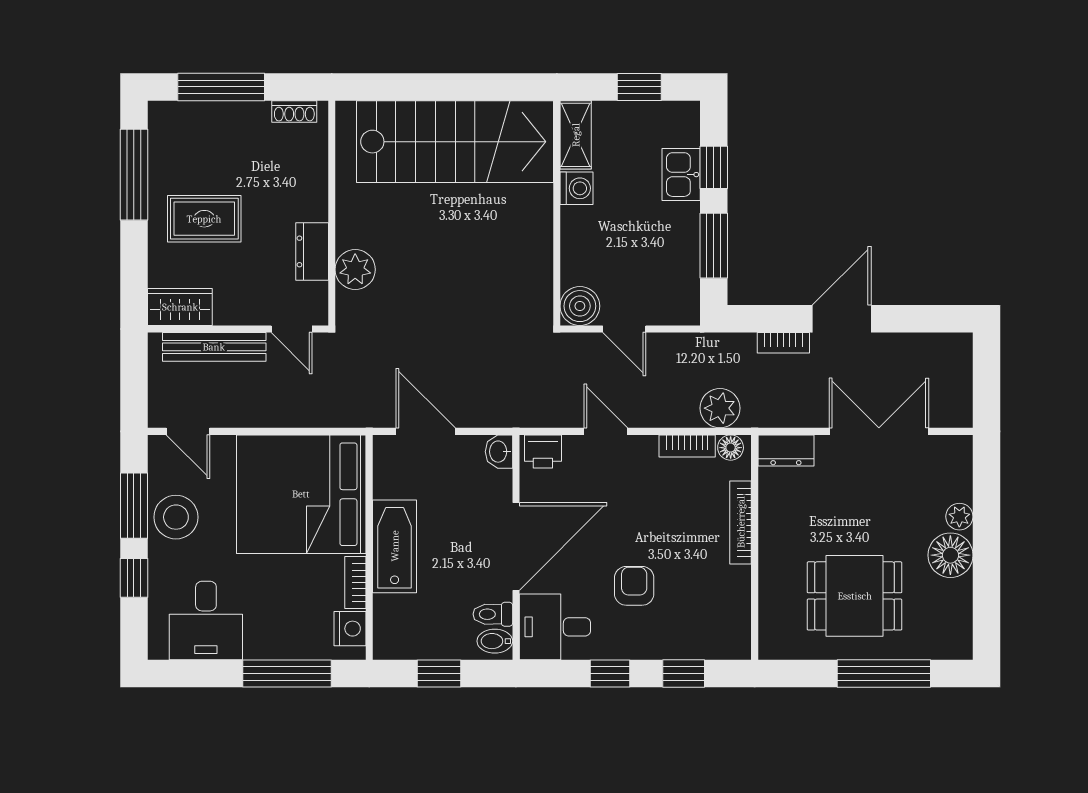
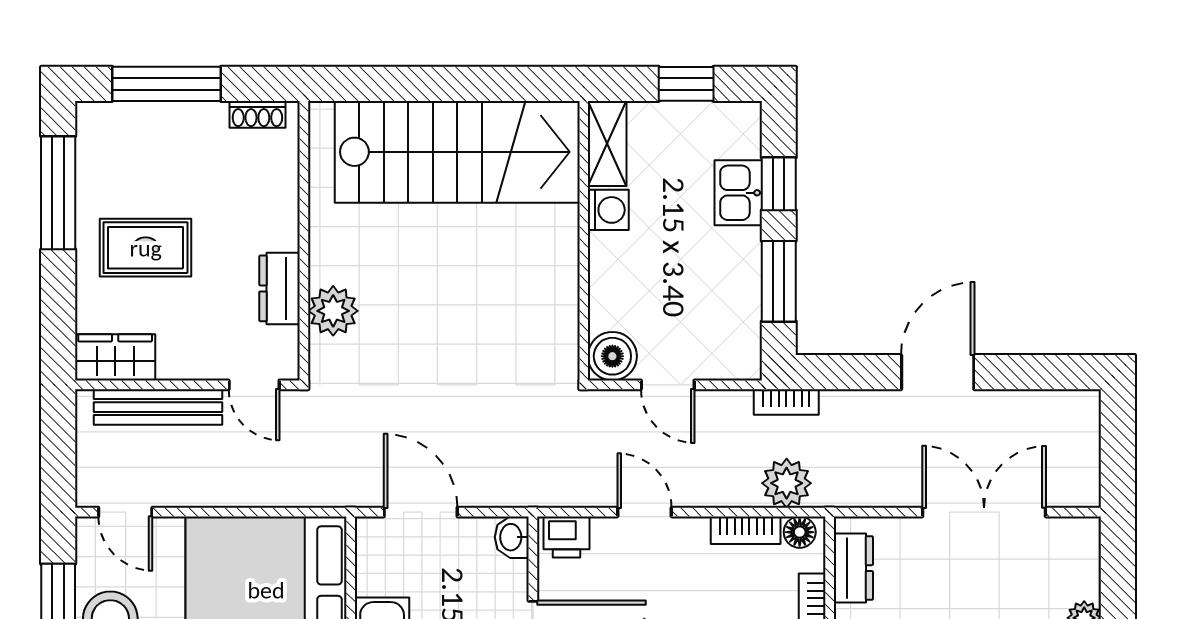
bookcase: (783, 343) -> (786, 402), moved
dresser: (786, 450) -> (853, 568), moved, turned -90

